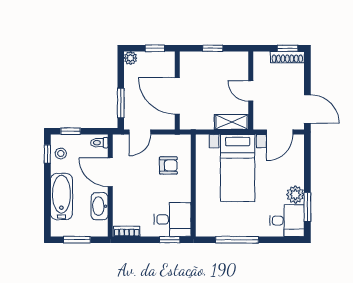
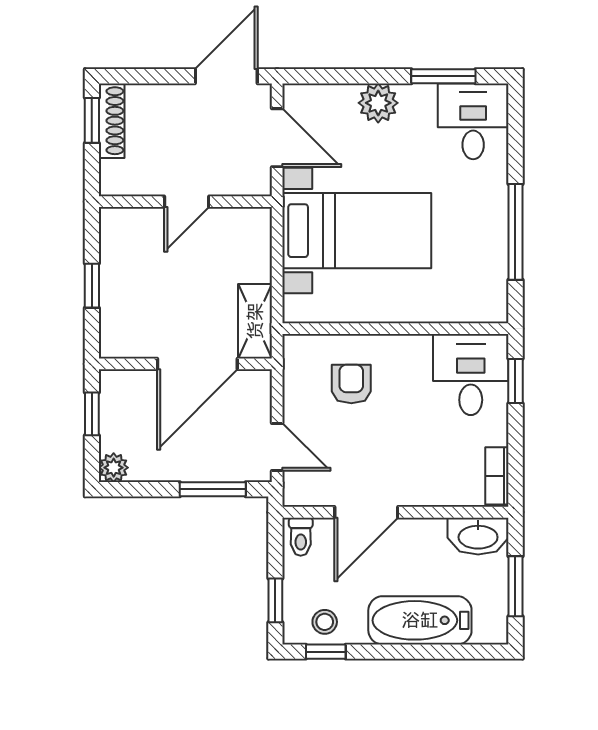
shelving: (231, 122) -> (255, 321), moved
plant: (295, 194) -> (378, 103), moved
washbasin: (100, 206) -> (478, 536), moved

